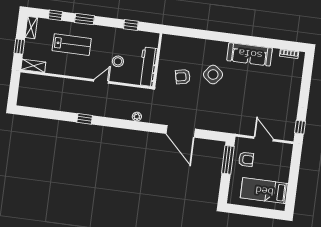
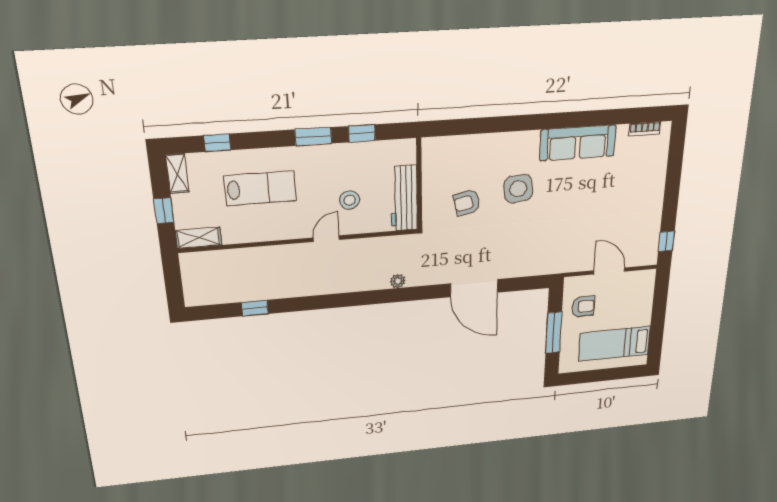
window: (84, 19) -> (313, 137), moved
side table: (213, 75) -> (518, 189), turned 45
window: (85, 119) -> (255, 308), moved
window: (228, 160) -> (554, 332), moved

